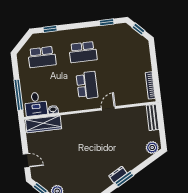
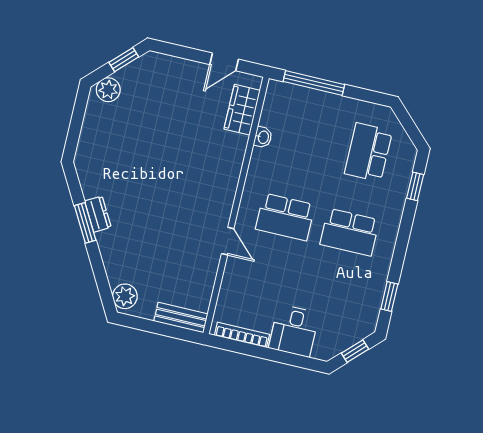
school desk: (83, 52) -> (350, 232), turned -90
desk: (36, 104) -> (294, 331), moved, turned -90
wardrobe: (44, 124) -> (242, 110), width x0.67
door: (26, 161) -> (224, 62), moved

